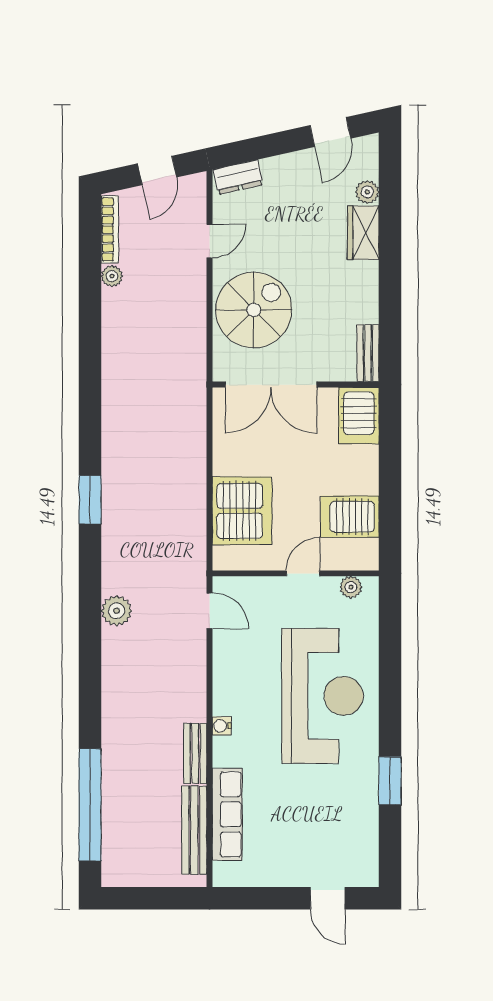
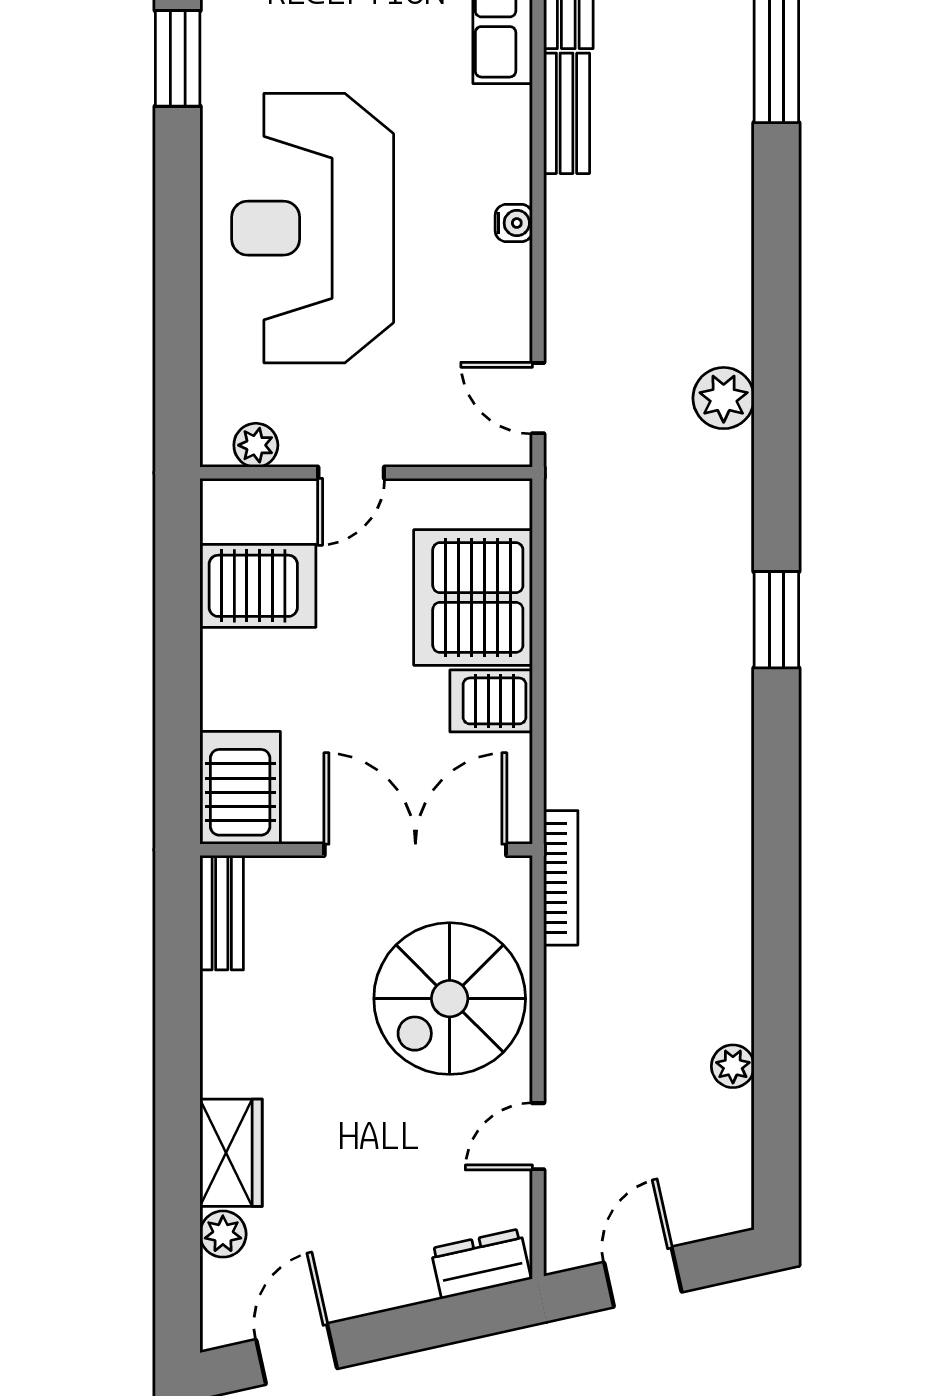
bookcase: (110, 229) -> (561, 878), moved, turned 180
server rack: (233, 459) -> (491, 701), added
water cooler: (222, 726) -> (514, 223), moved

